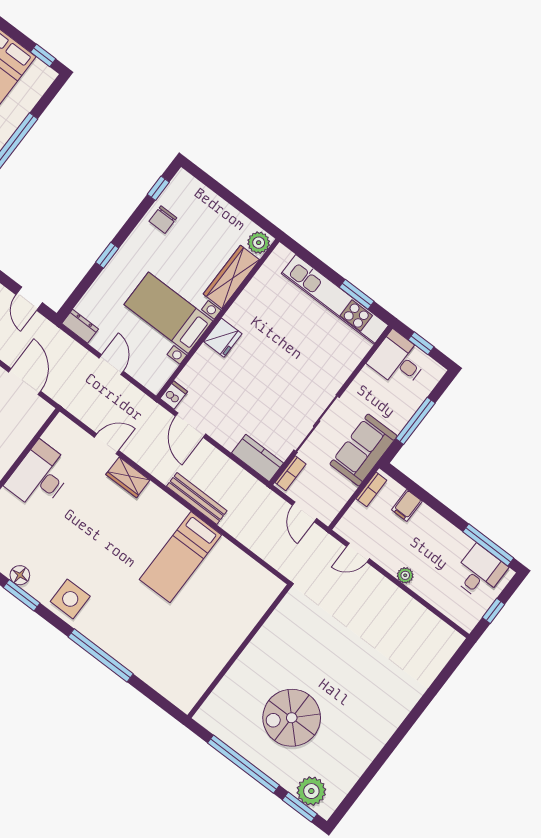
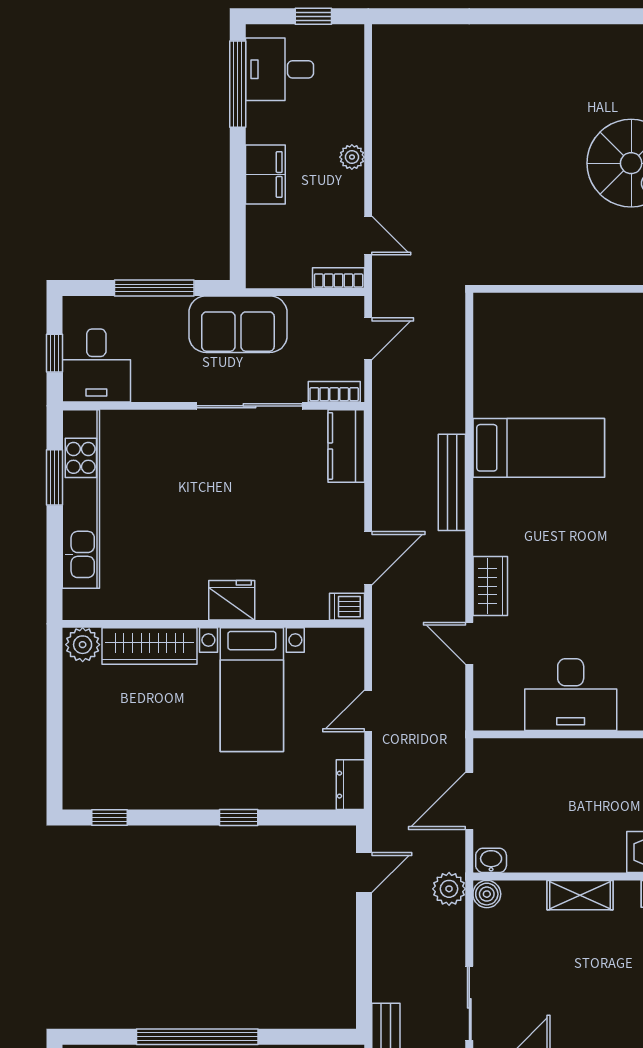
chair: (163, 220) -> (143, 783), removed
bookcase: (371, 489) -> (339, 278), moved
filing cabinet: (407, 505) -> (265, 174), moved, width x2.00

